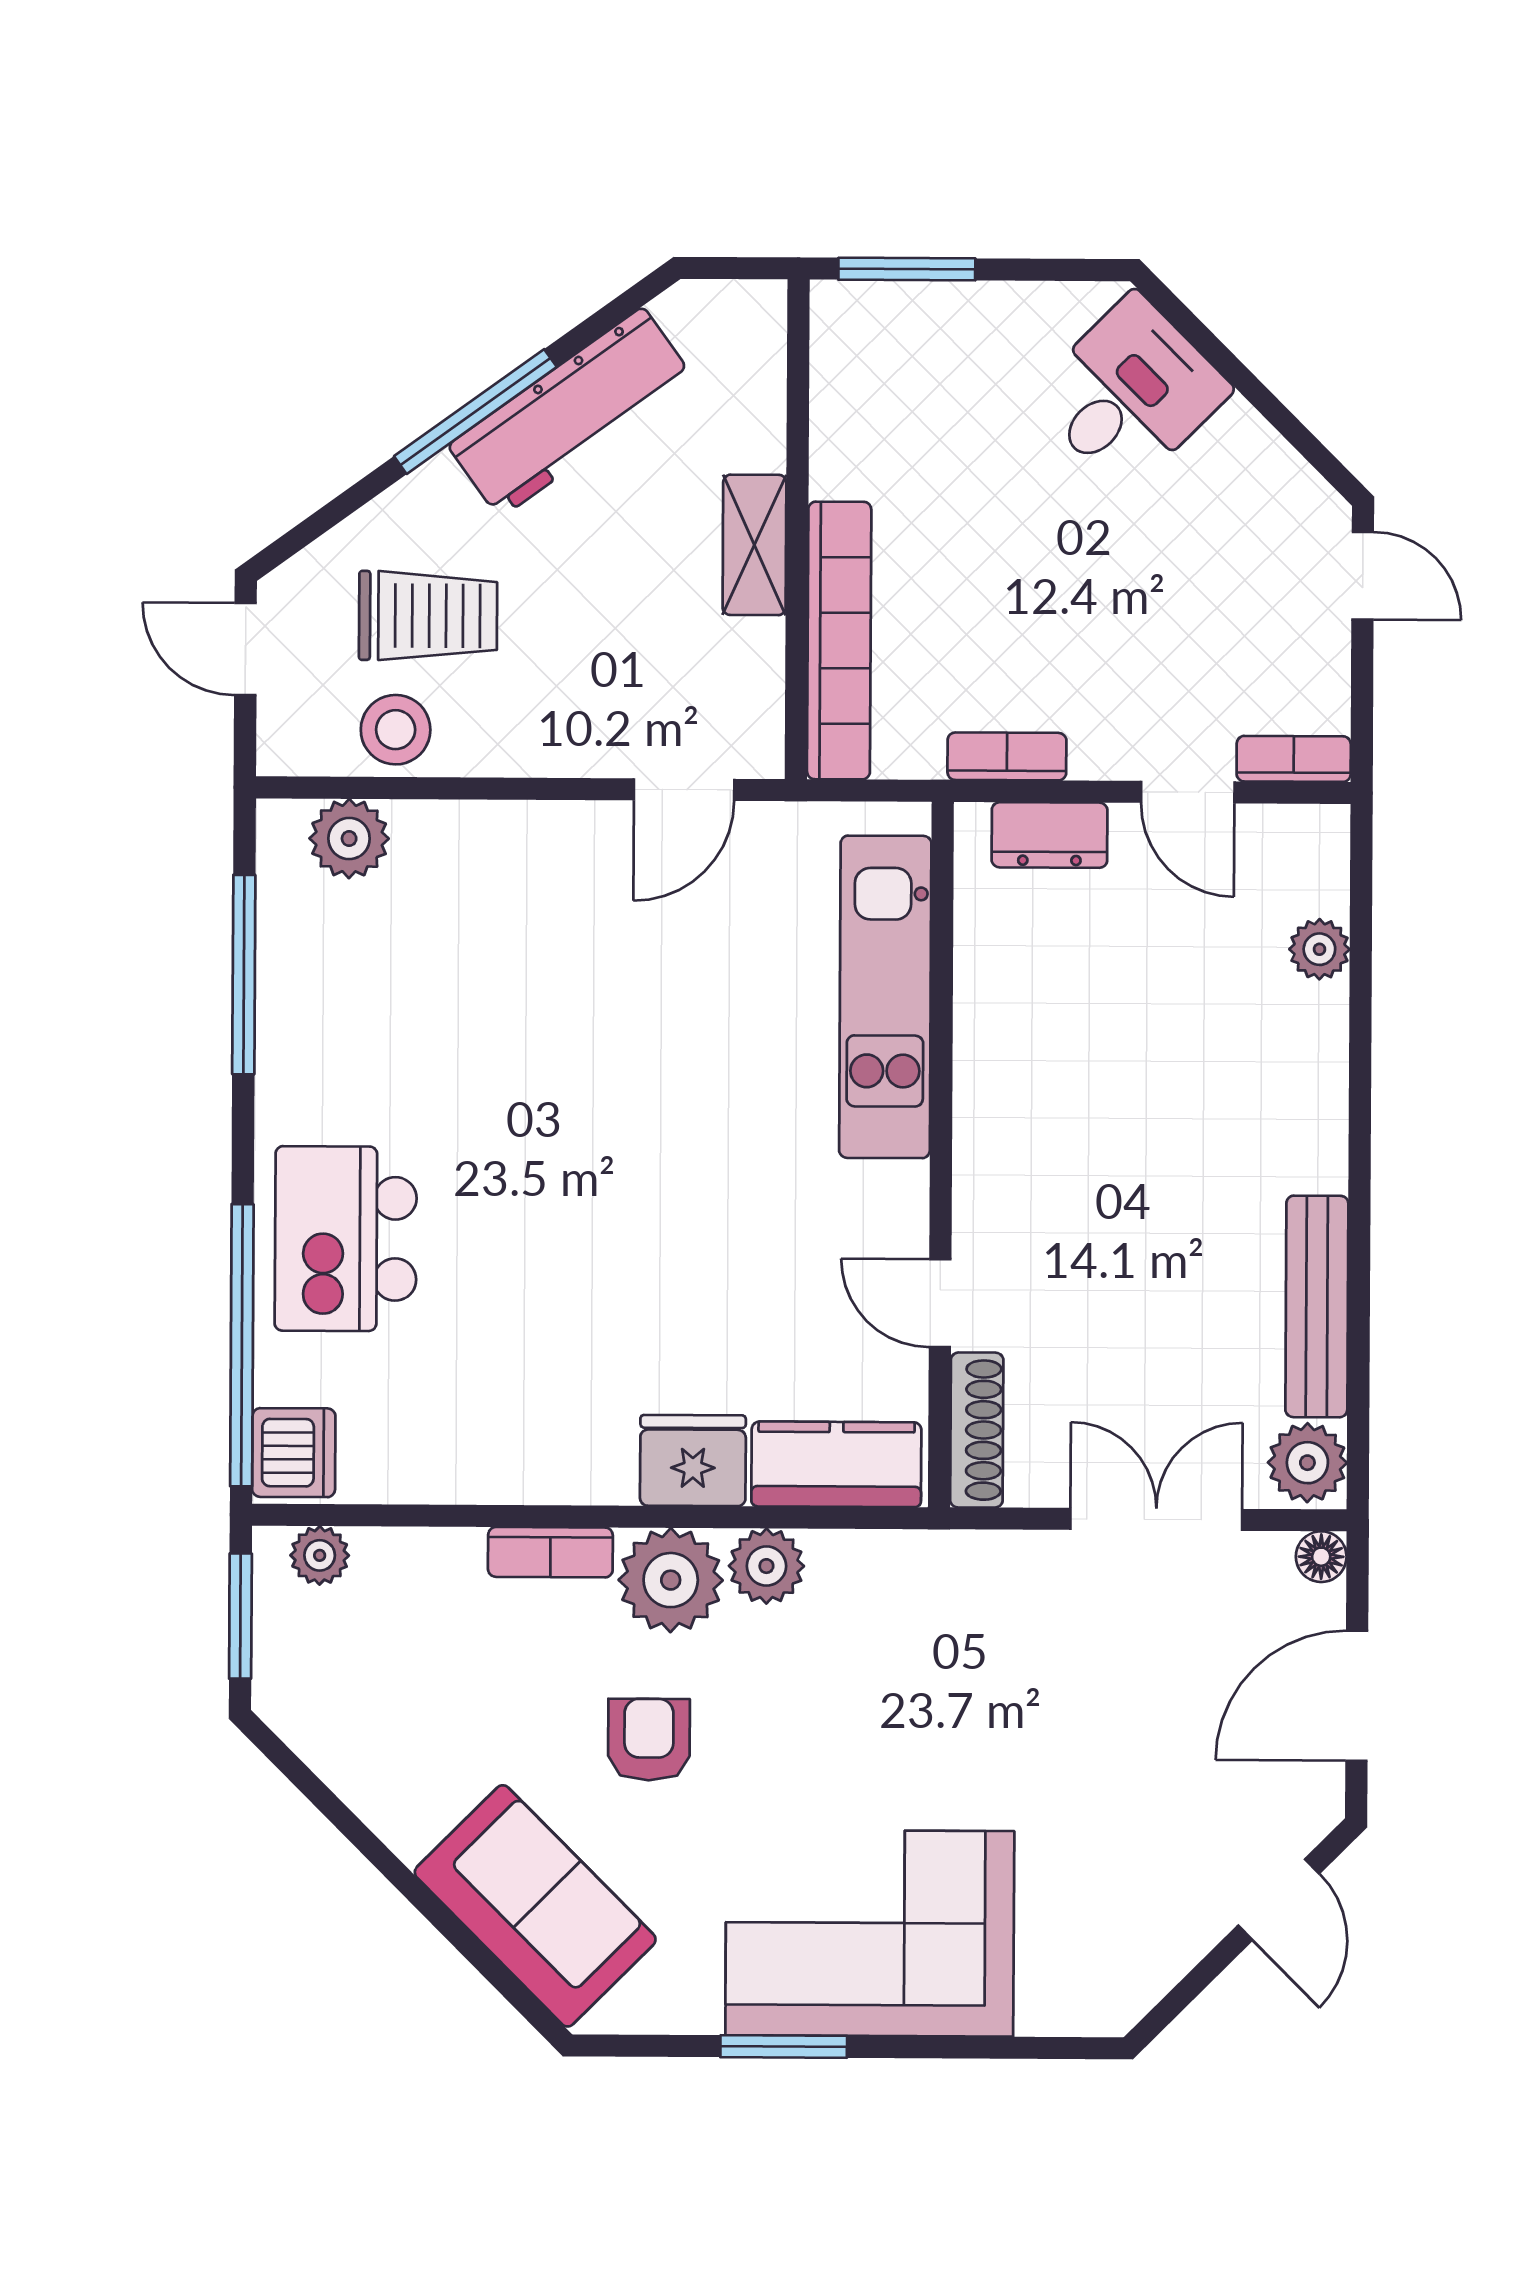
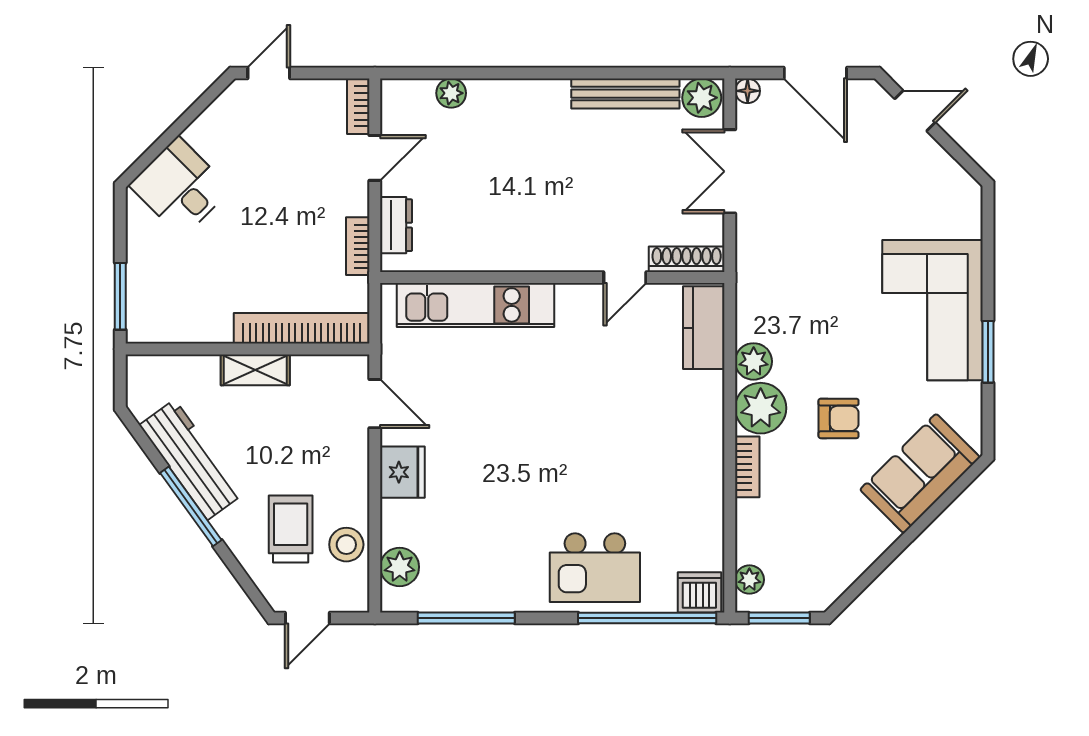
fridge: (693, 1461) -> (402, 472), moved, turned 180
armchair: (649, 1740) -> (839, 418), turned 180

